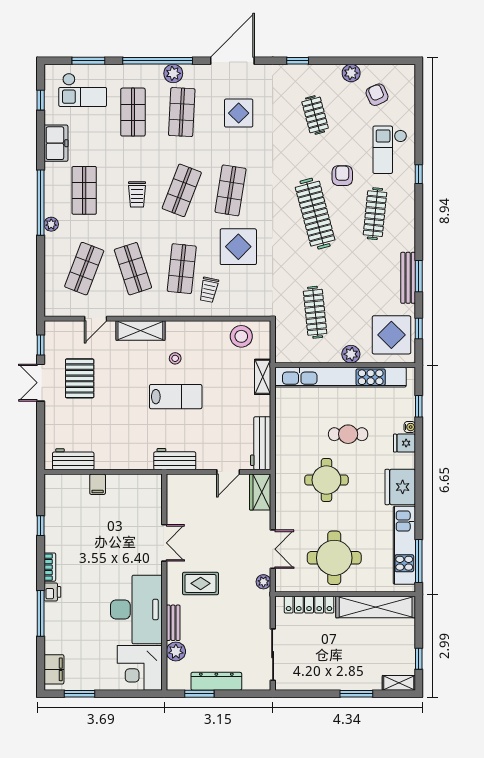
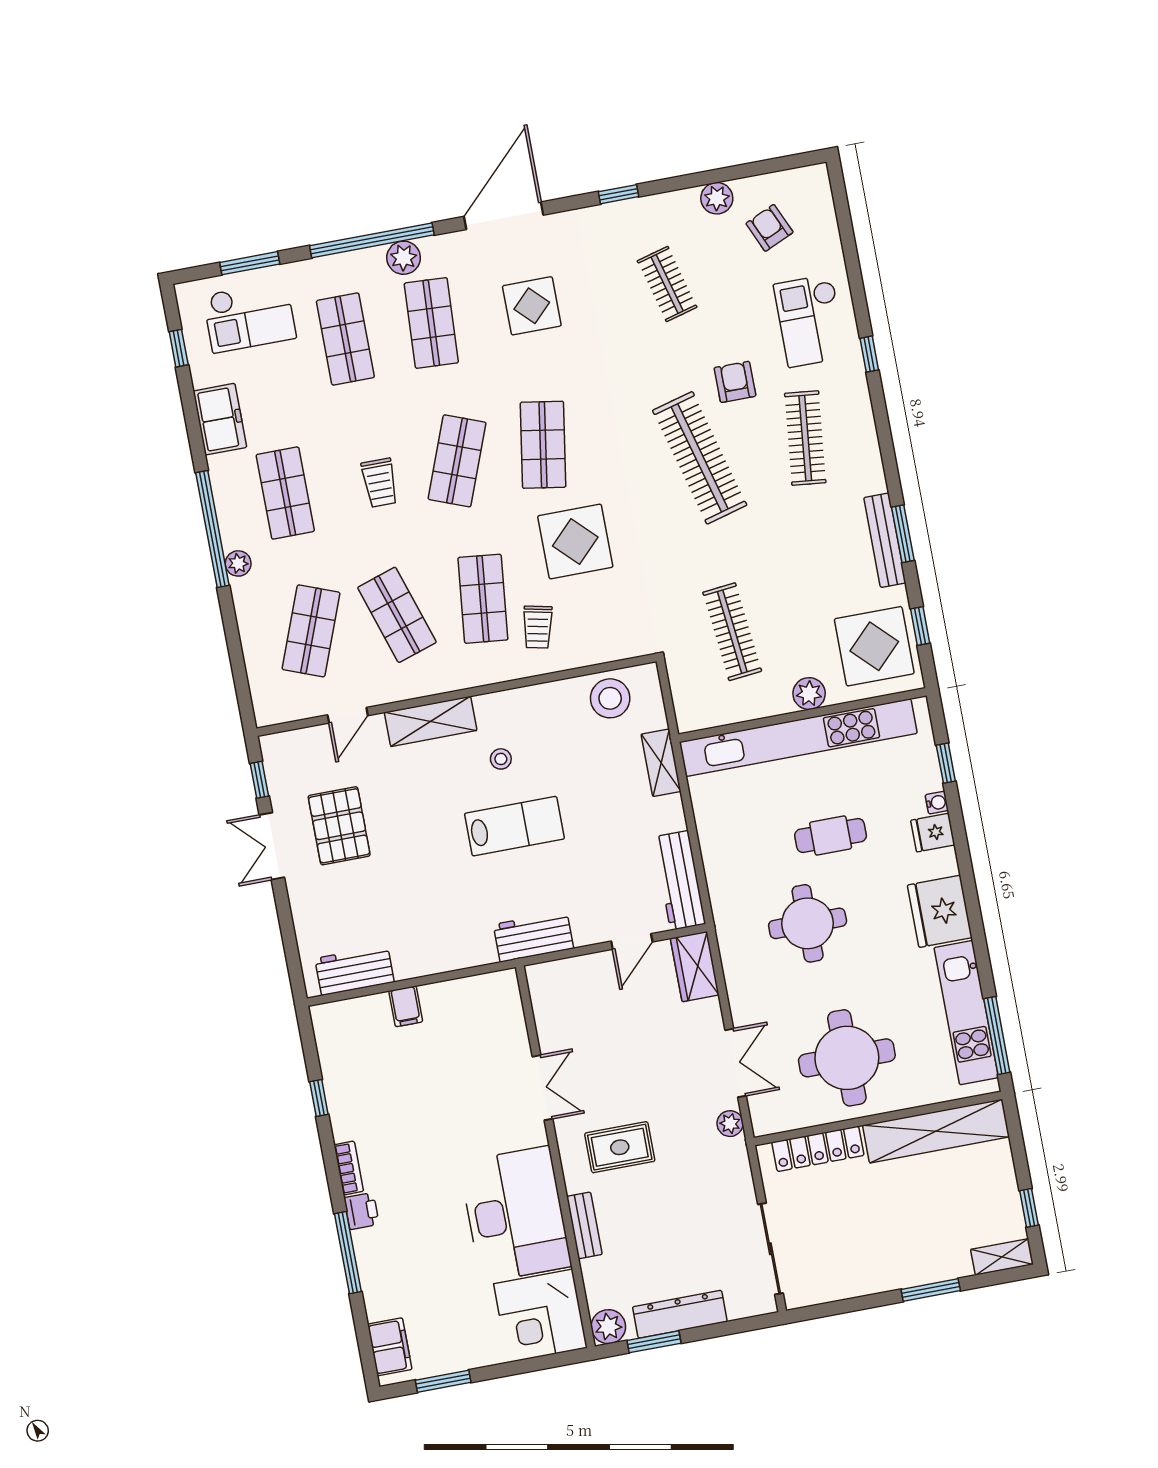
plant: (176, 651) -> (608, 1327), moved

